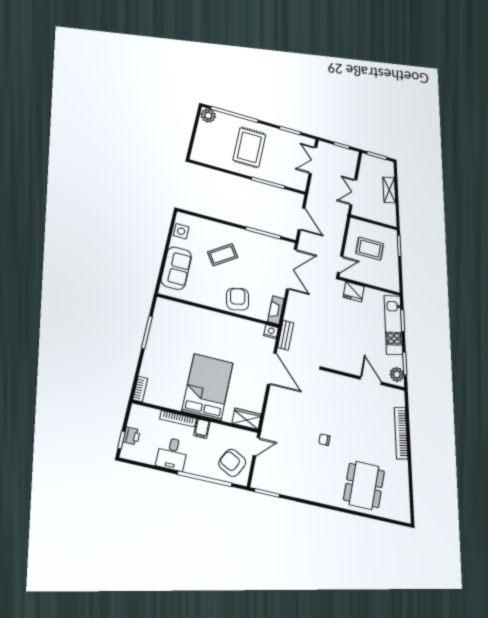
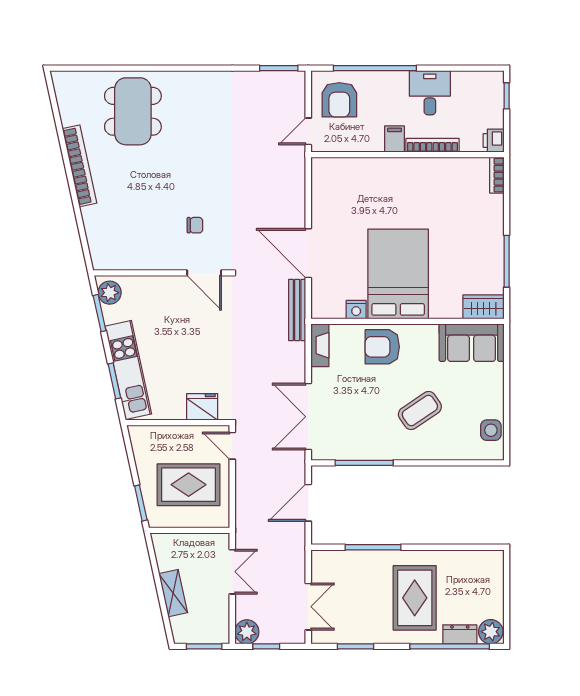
dresser: (227, 119) -> (460, 634), added
plant: (351, 157) -> (247, 632), added
door: (301, 219) -> (308, 503), hinge flipped
rug: (370, 249) -> (189, 485), width x1.36, depth x1.43
door: (340, 264) -> (232, 446), hinge flipped
sofa: (176, 268) -> (472, 343), moved, turned -90
armchair: (238, 299) -> (382, 347), turned 102
nightstand: (271, 332) -> (356, 310), moved
bench: (286, 335) -> (297, 310), width x1.36
door: (371, 381) -> (204, 273), moved
bed: (207, 387) -> (398, 274), moved, turned 180
wardrobe: (247, 419) -> (484, 307), moved, turned 180
bookcase: (401, 433) -> (80, 166), moved
printer: (132, 436) -> (494, 141), moved
chair: (324, 440) -> (195, 225), moved
armchair: (232, 463) -> (339, 100), turned 63

